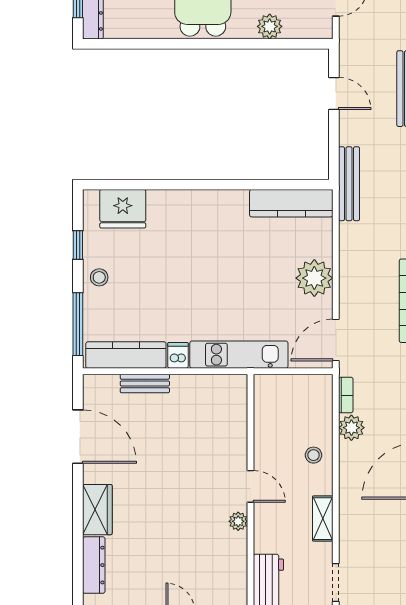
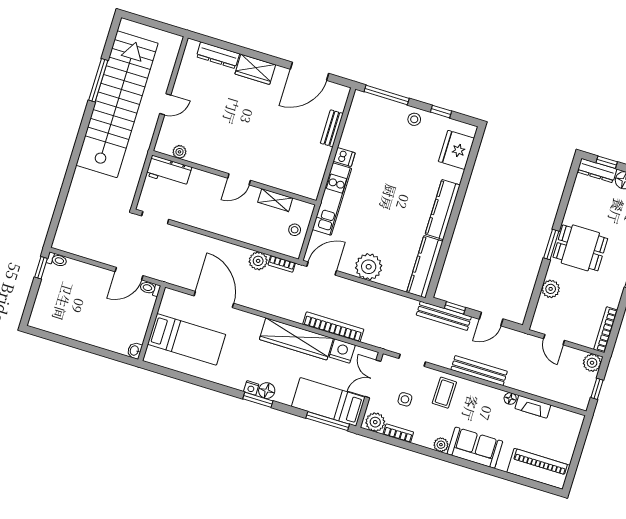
window: (210, 44) -> (551, 245), added
window: (334, 146) -> (455, 308), added
bench: (349, 184) -> (444, 316), moved
door: (336, 340) -> (322, 269), hinge flipped
kitchen counter: (126, 355) -> (443, 210), moved, turned 180
stool: (314, 455) -> (295, 230), moved
shelving: (323, 519) -> (275, 200), moved
plant: (238, 521) -> (179, 152), moved

